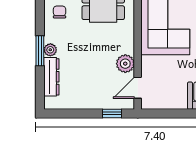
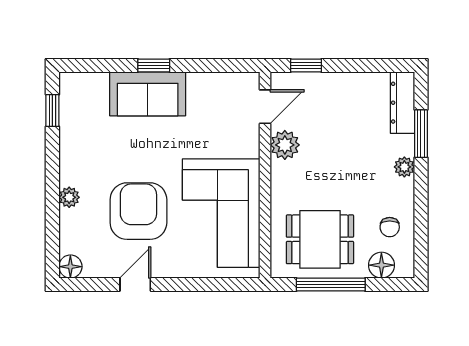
window: (40, 51) -> (421, 134), moved
dresser: (51, 77) -> (403, 103), moved

